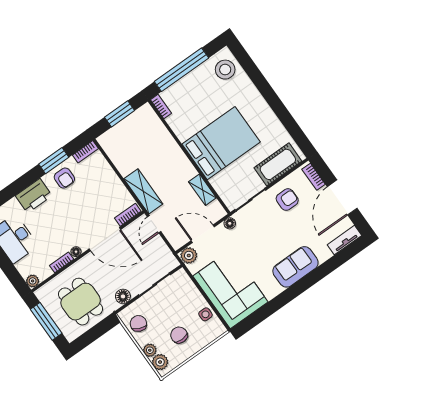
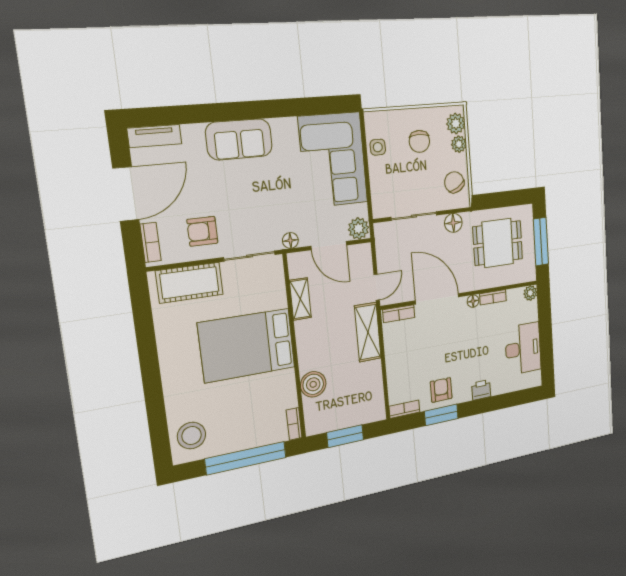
boiler: (162, 139) -> (313, 384), added
printer: (34, 196) -> (481, 390), width x0.53, depth x0.68
dining table: (81, 302) -> (498, 243), turned 90
chair: (138, 323) -> (454, 182), turned 127

